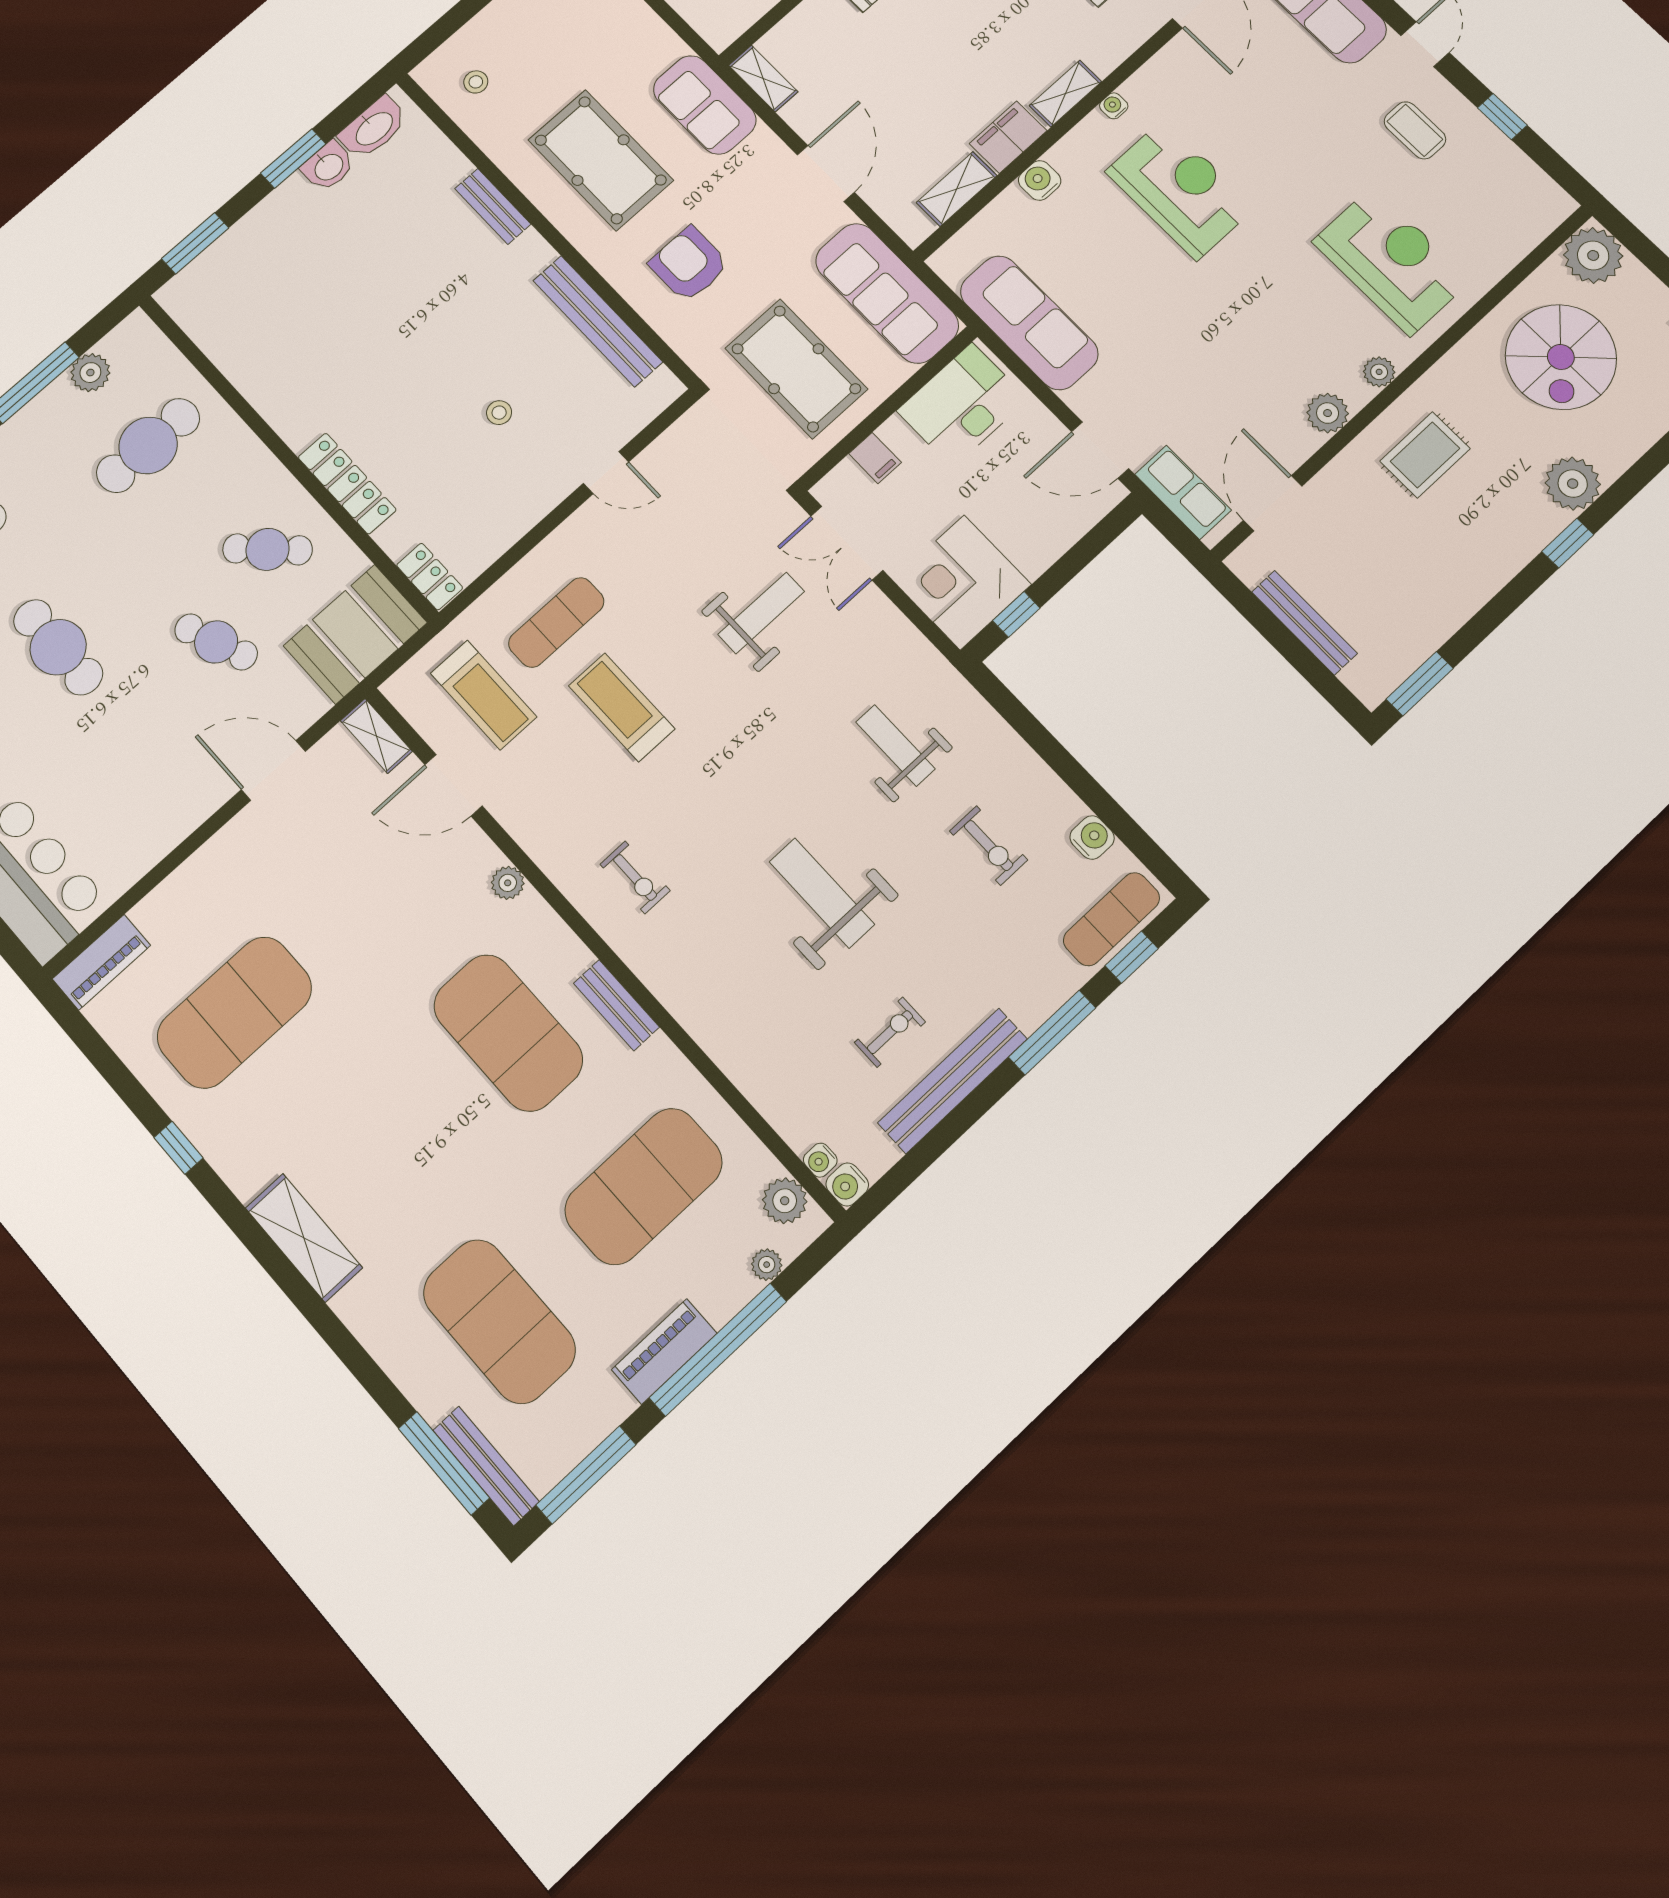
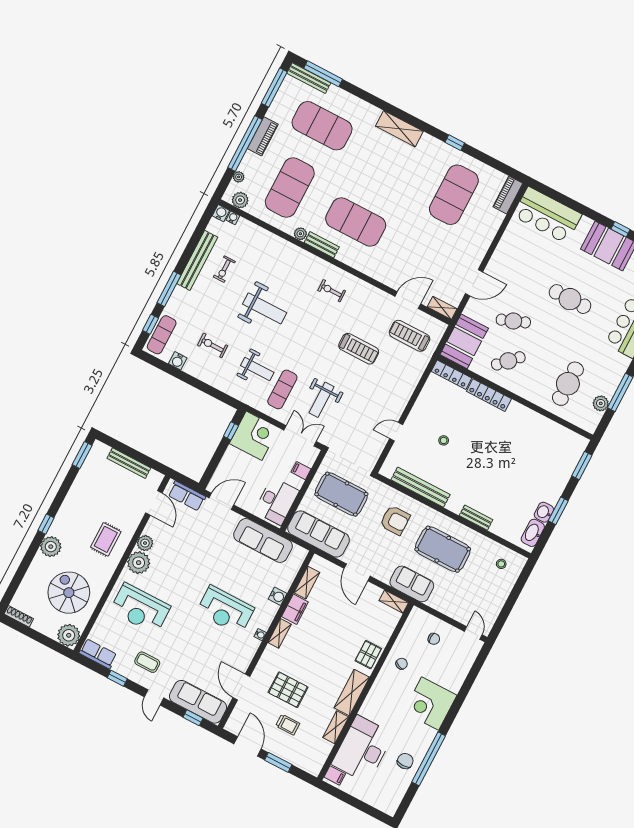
row of seats: (1532, 188) -> (98, 654), added
plant: (1379, 372) -> (139, 563), width x1.88, depth x1.88
locker: (430, 577) -> (451, 375), width x1.53
exercise mat: (556, 622) -> (282, 389), moved
plant: (508, 883) -> (300, 234), moved

